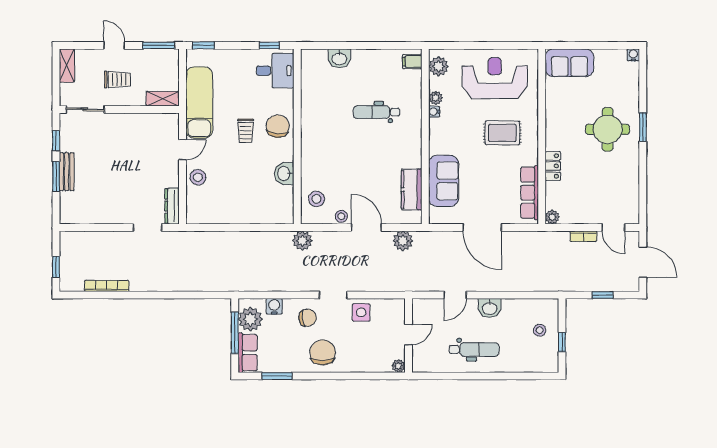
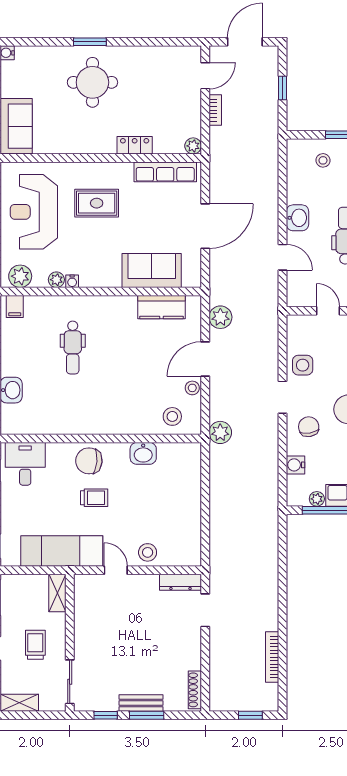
rug: (502, 133) -> (97, 203), turned 90
shoe rack: (78, 219) -> (195, 690), added
plant: (250, 319) -> (317, 499), width x0.53, depth x0.53

